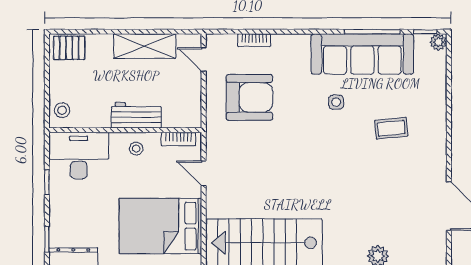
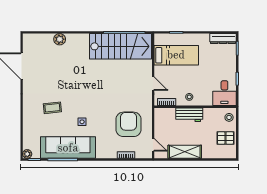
pallet: (69, 48) -> (225, 138), moved
armchair: (249, 97) -> (129, 124), turned 90
desk: (79, 156) -> (224, 93), width x0.73
bed: (160, 226) -> (176, 55), width x0.67

